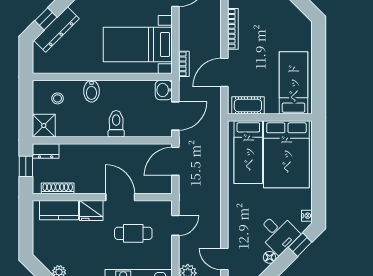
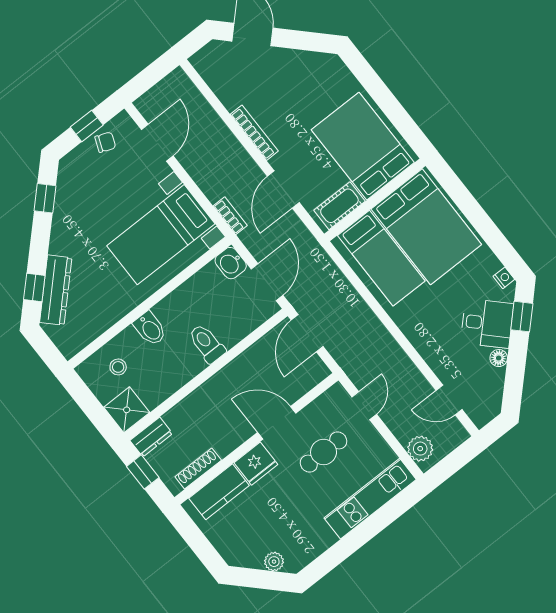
bed: (293, 83) -> (363, 146), width x1.50

